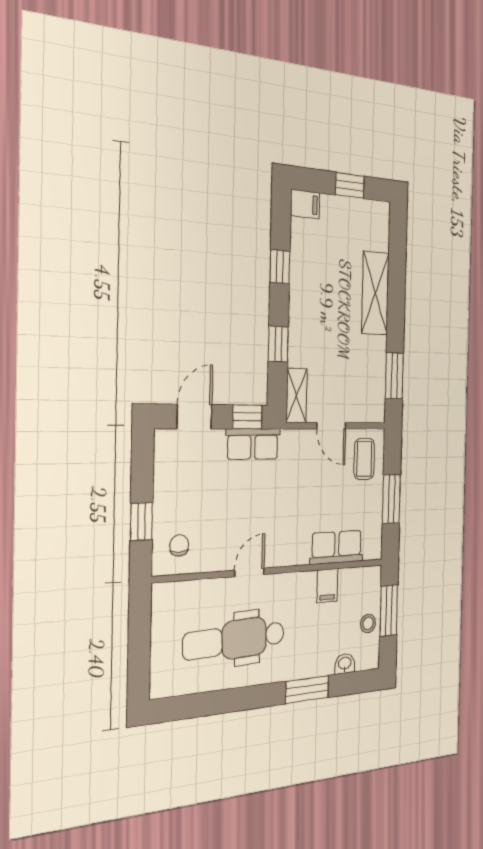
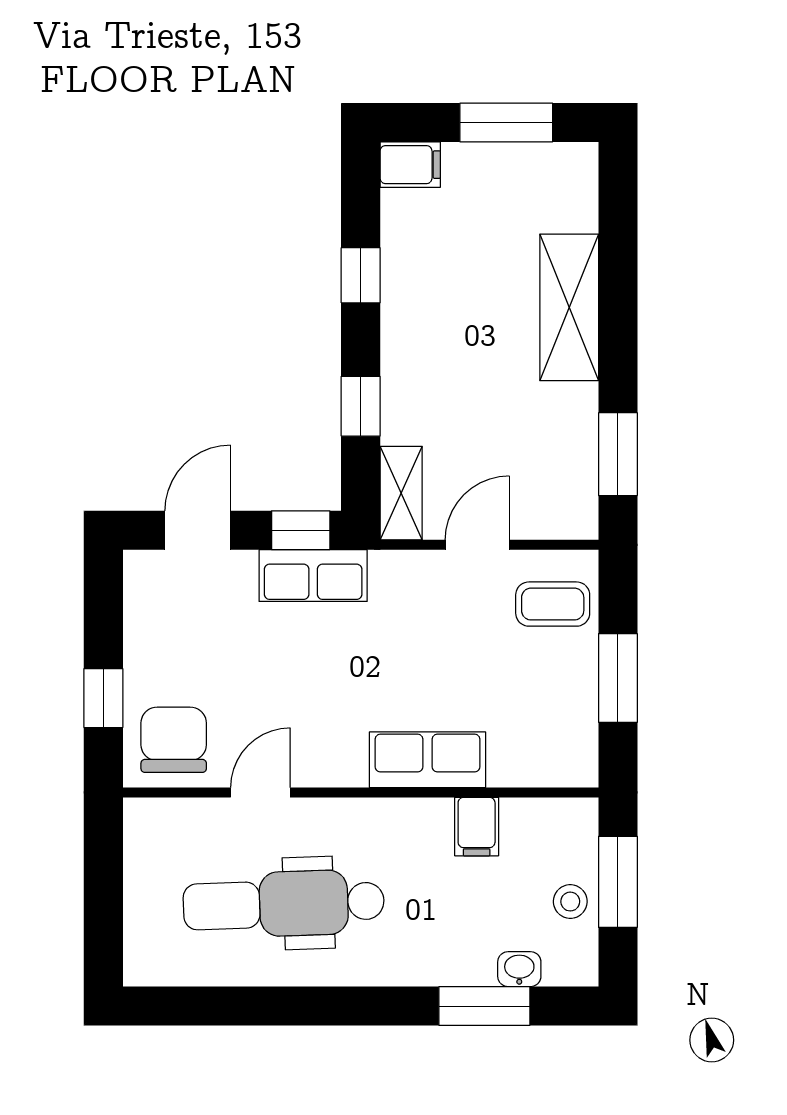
window: (350, 185) -> (506, 123), width x1.50
door: (331, 426) -> (477, 545), swing flipped
coffee table: (364, 459) -> (553, 604), turned 90
chair: (179, 545) -> (174, 740), width x1.87, depth x1.87
row of seats: (337, 547) -> (428, 760), moved
door: (249, 572) -> (260, 792), moved
window: (307, 689) -> (484, 1006), moved

